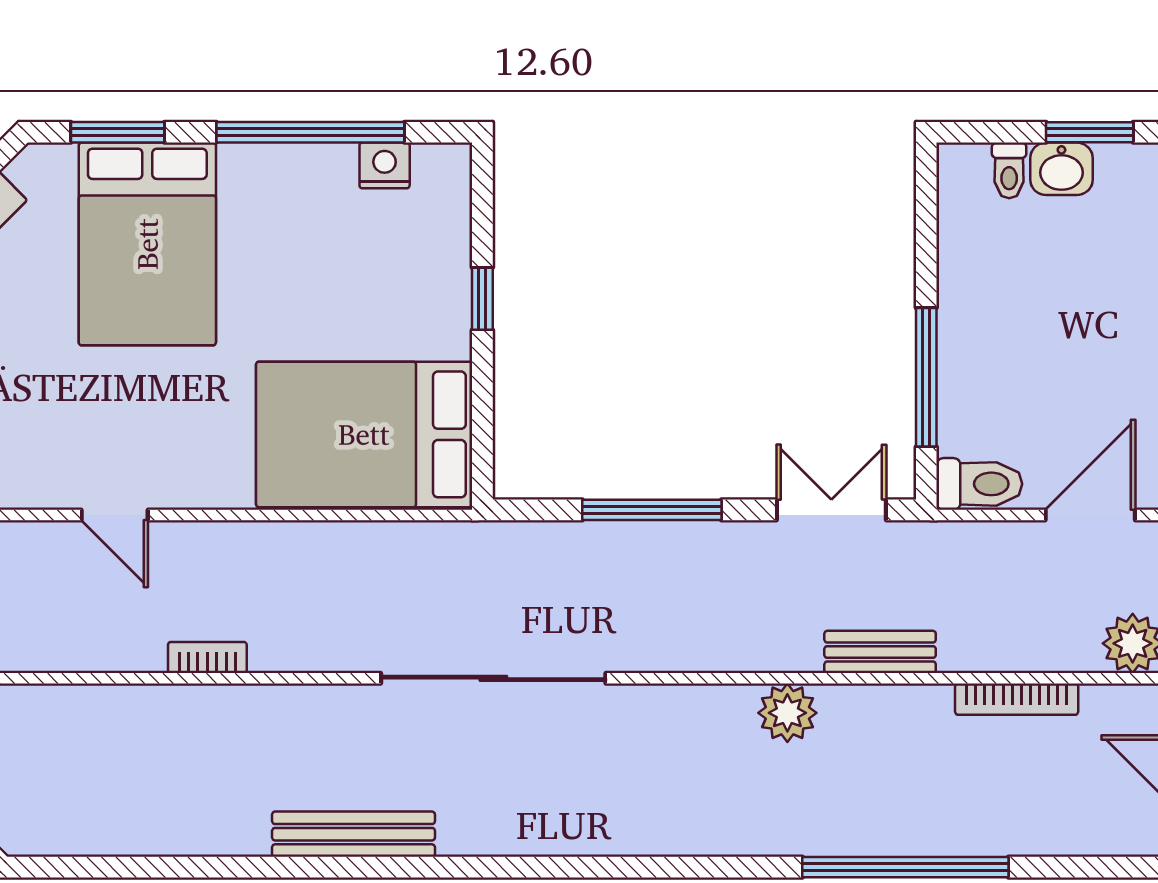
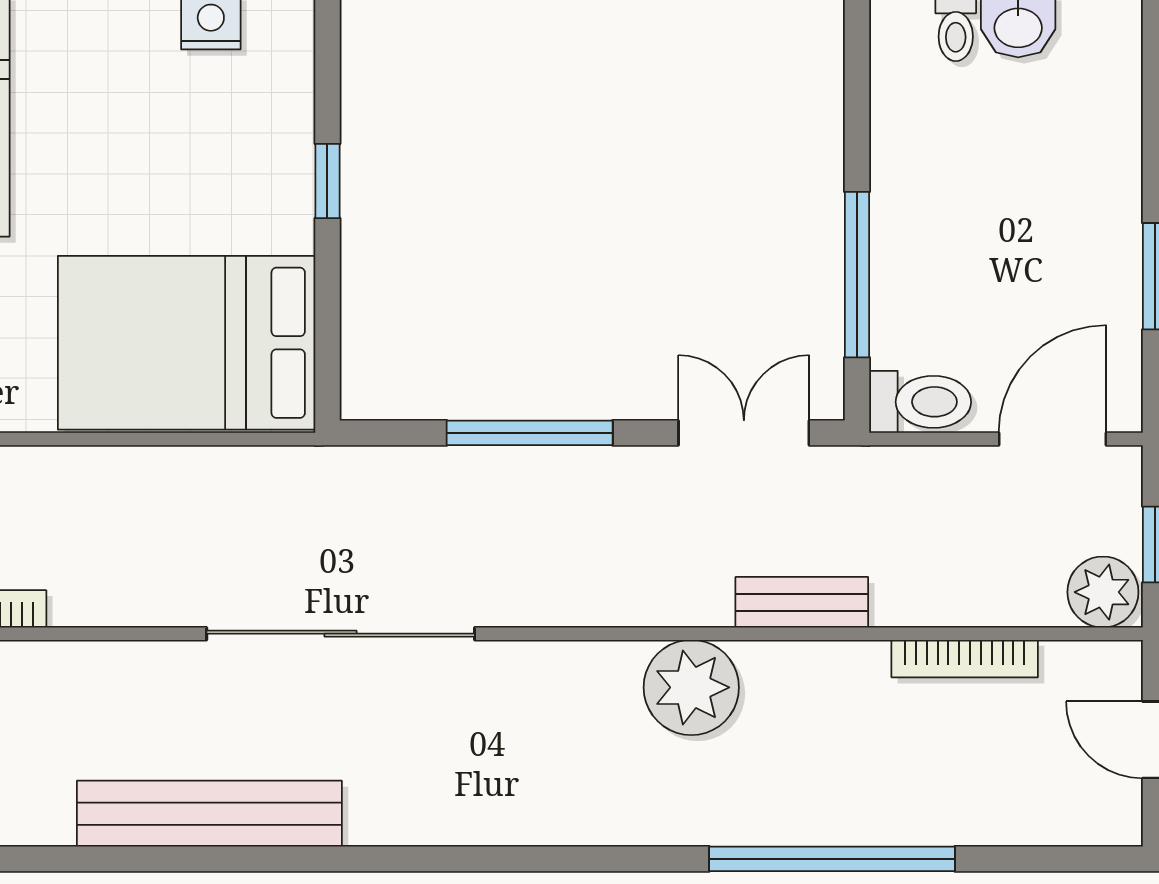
plant: (787, 713) -> (691, 687), width x1.36, depth x1.36
bench: (354, 834) -> (209, 814), width x1.37, depth x1.21

